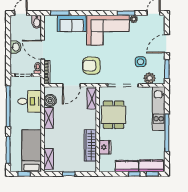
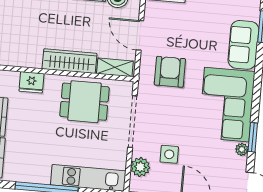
wardrobe: (90, 145) -> (70, 61), moved

